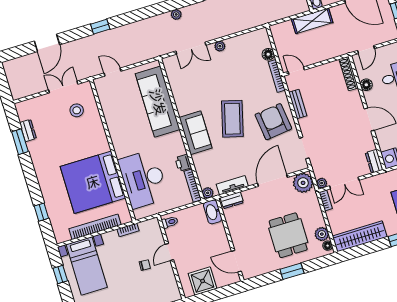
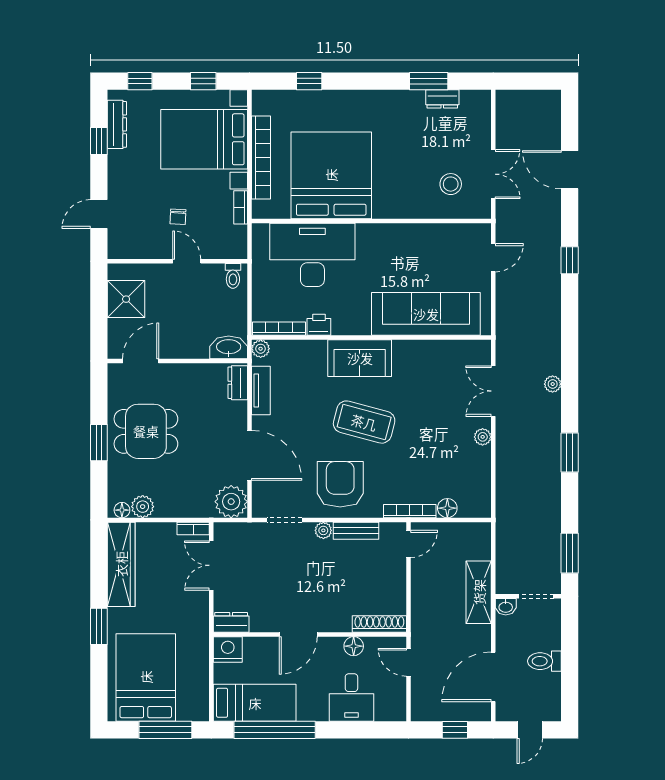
armchair: (273, 122) -> (340, 484), turned -83
plant: (322, 183) -> (323, 530), moved
dining table: (288, 235) -> (146, 431), moved
bed with nightstands: (87, 266) -> (204, 139), width x1.36

